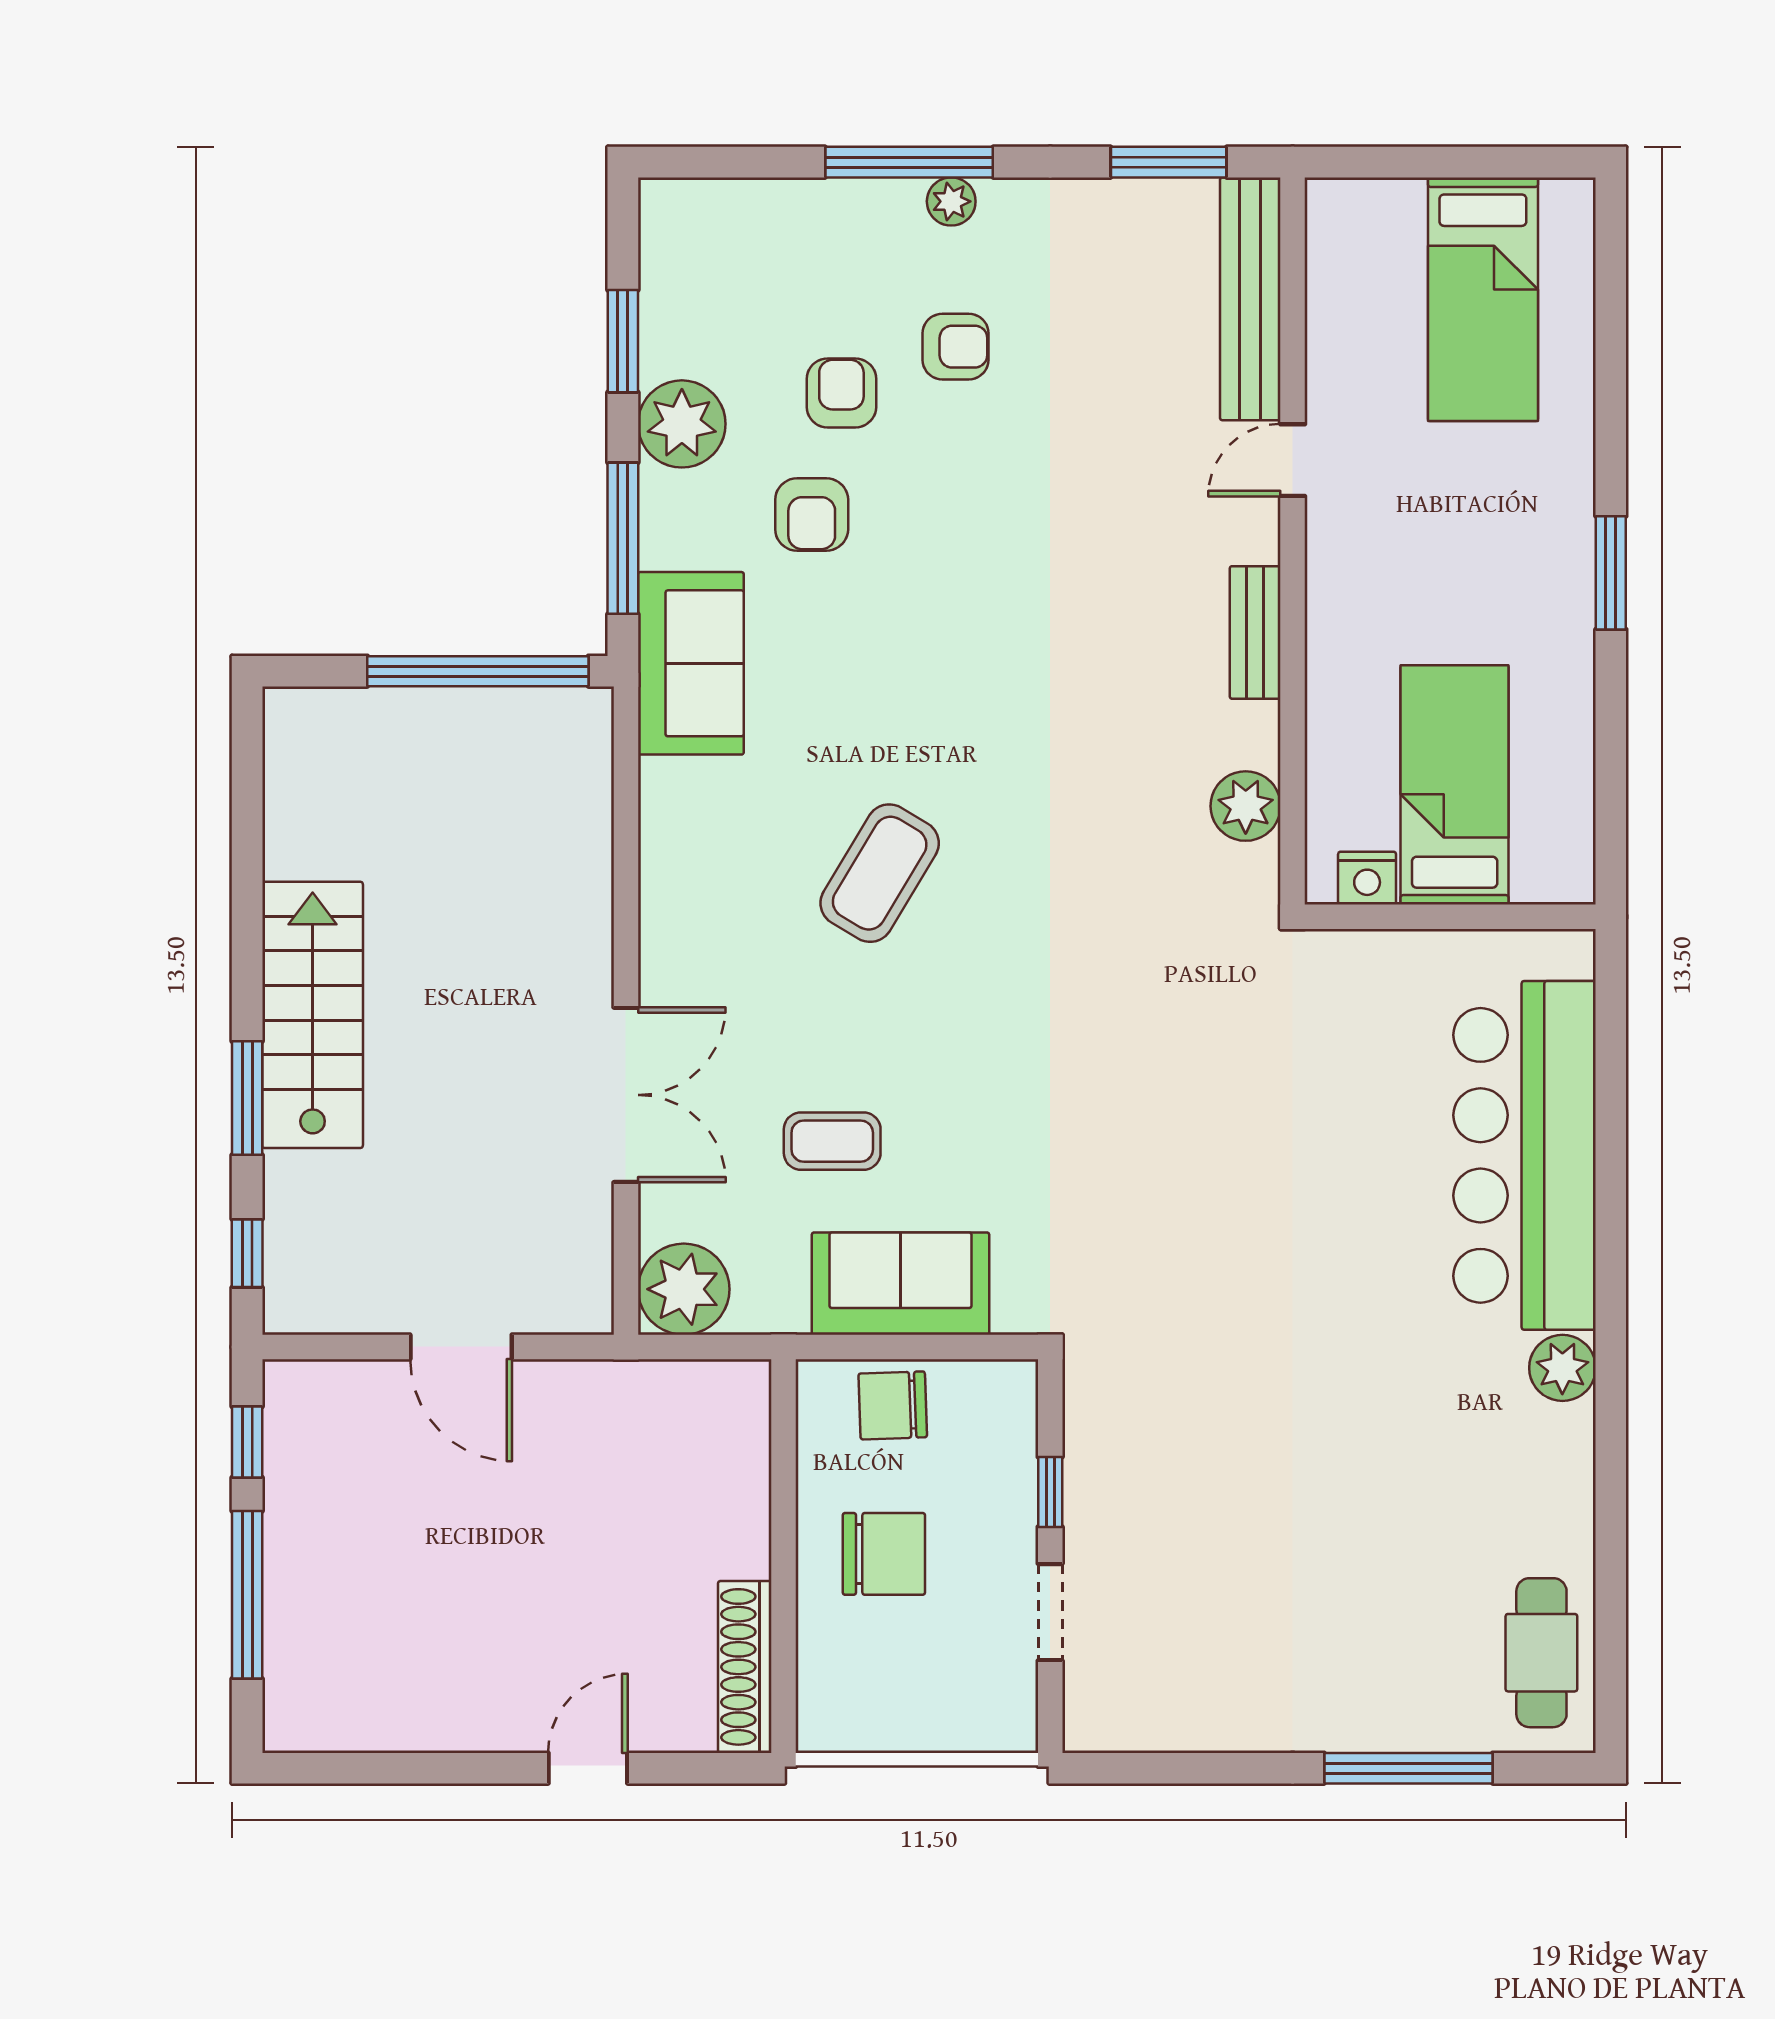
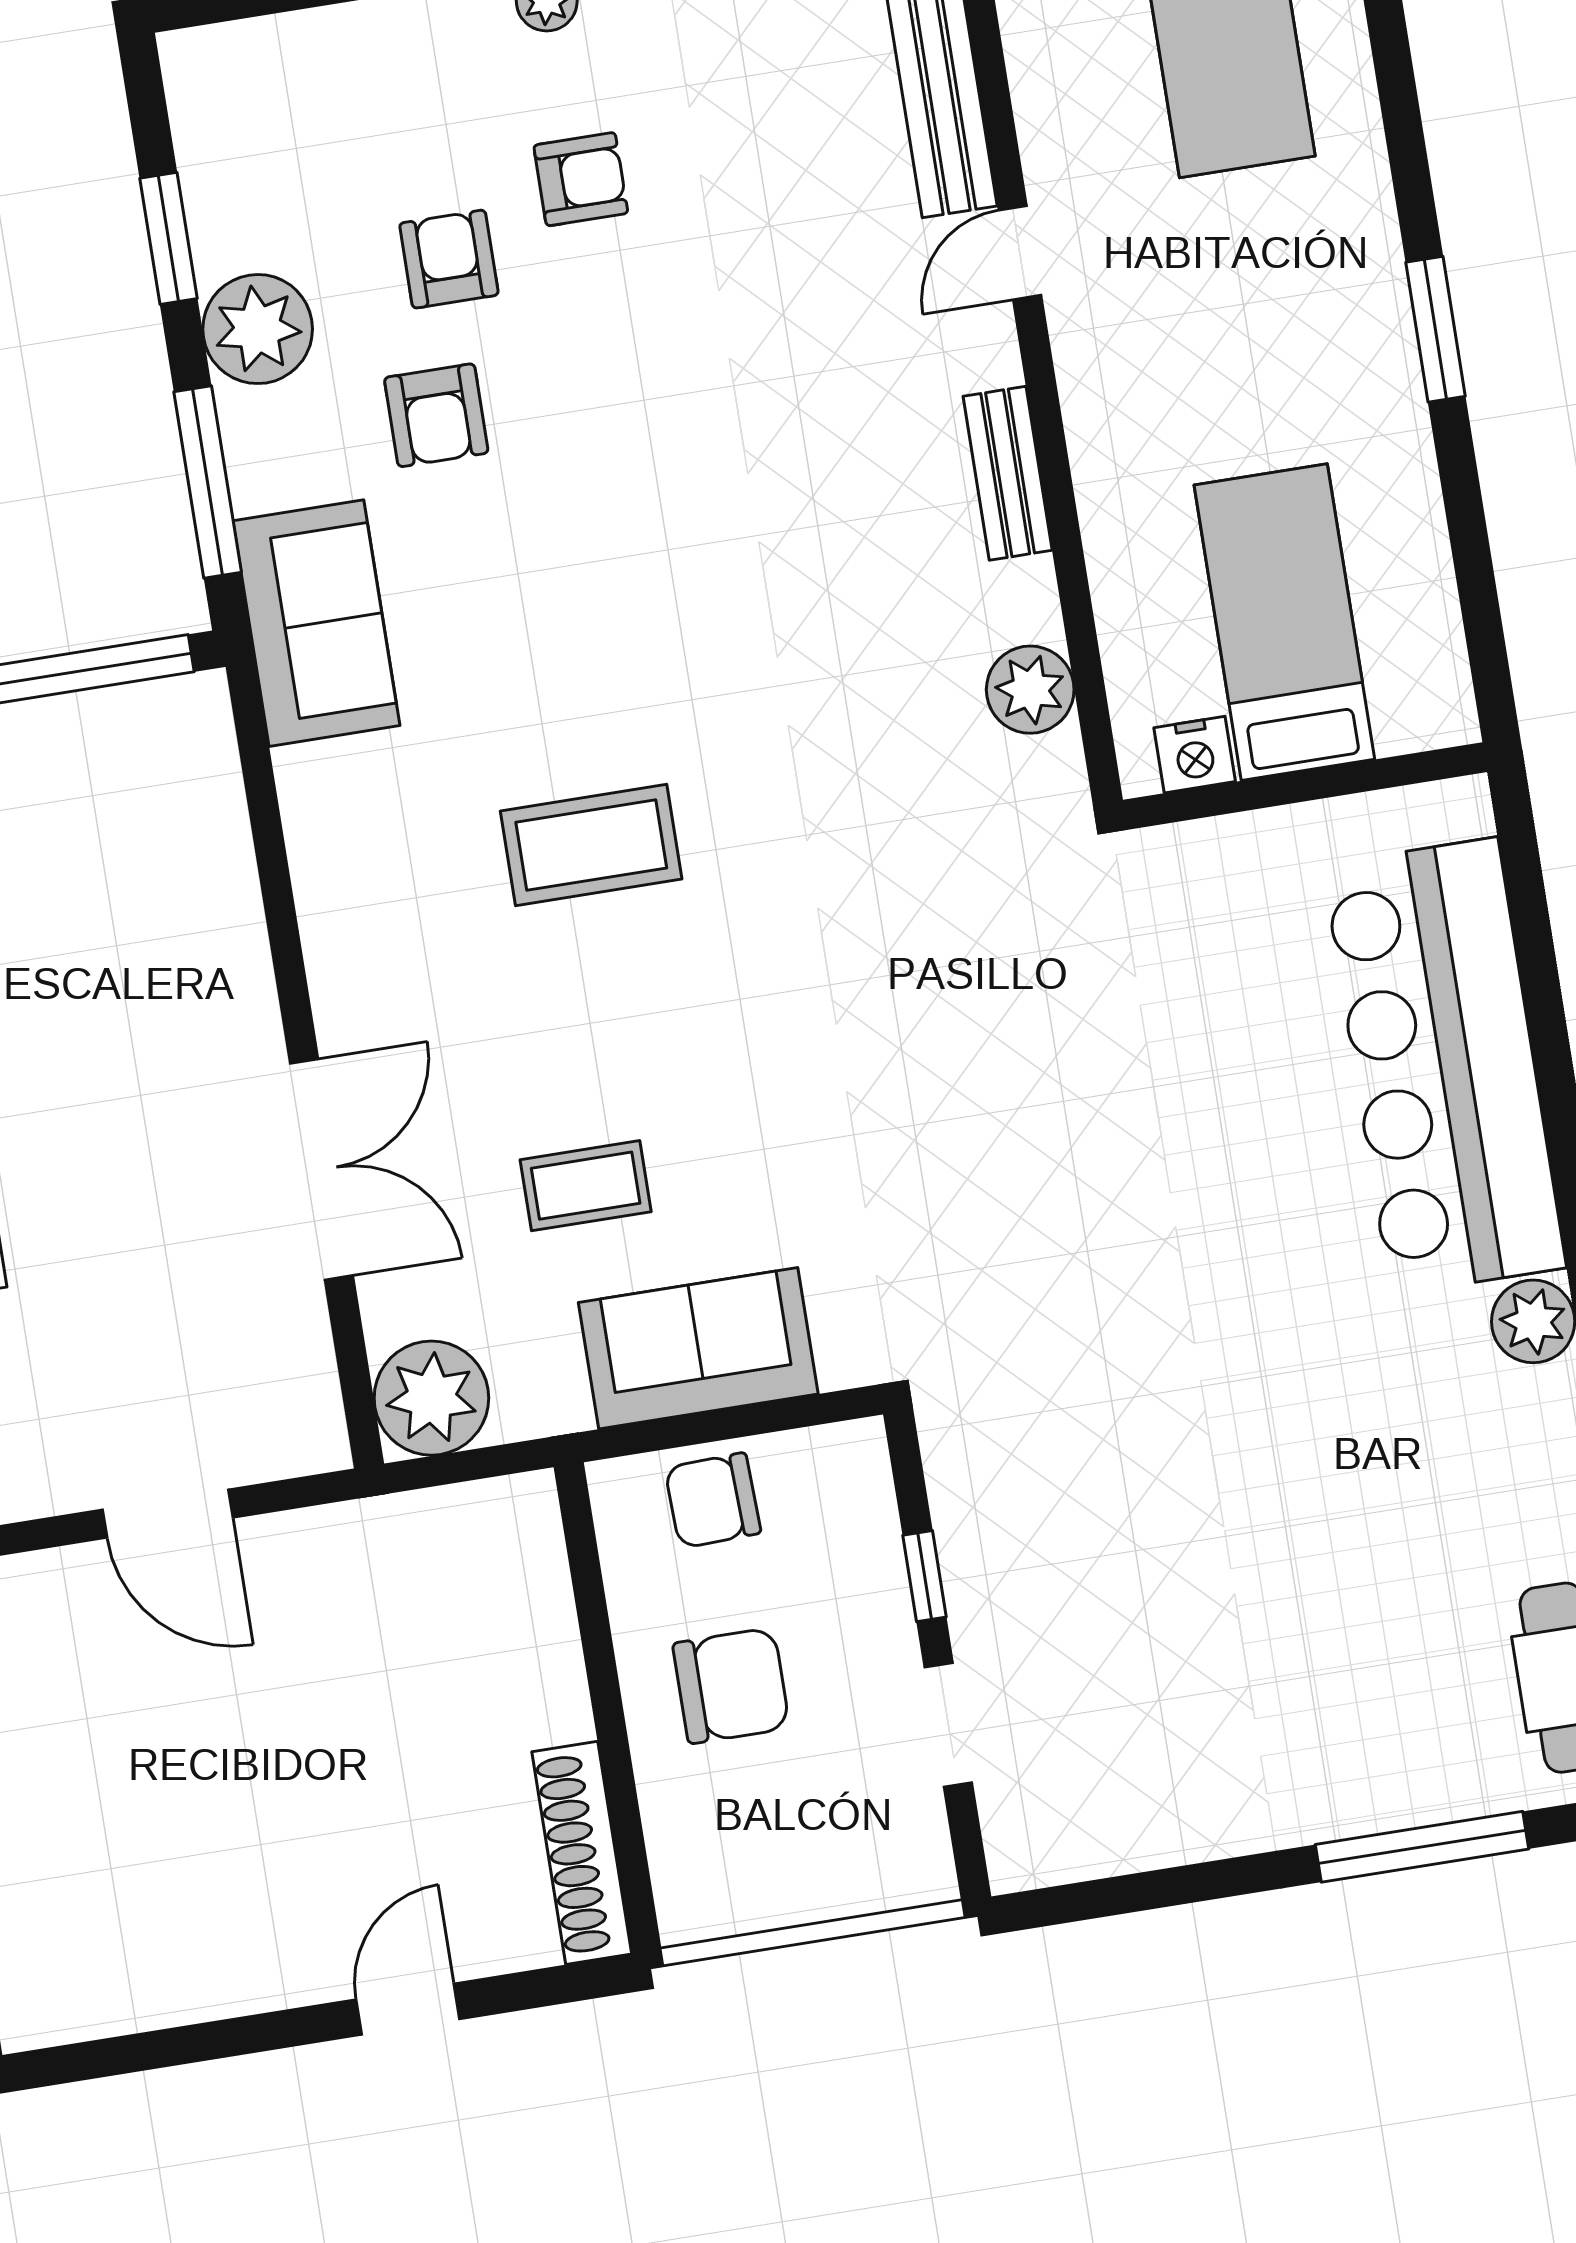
coffee table: (880, 873) -> (591, 845), turned 59

